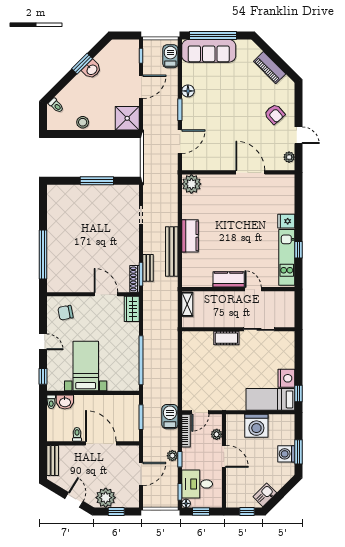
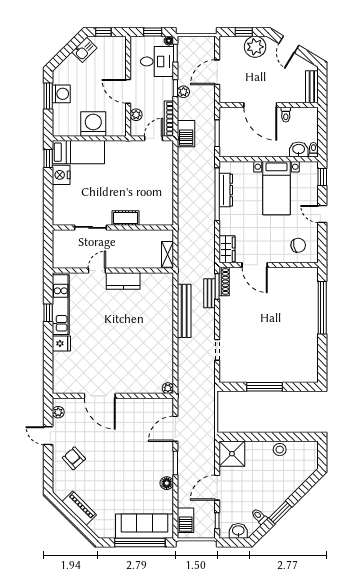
washbasin: (92, 69) -> (238, 531), moved, turned 45
toilet: (56, 106) -> (259, 516), moved
plant: (191, 184) -> (168, 388), width x0.53, depth x0.53
kitchen counter: (190, 236) -> (165, 328), removed
door: (253, 289) -> (97, 271), swing flipped
dresser: (133, 364) -> (226, 190), added

